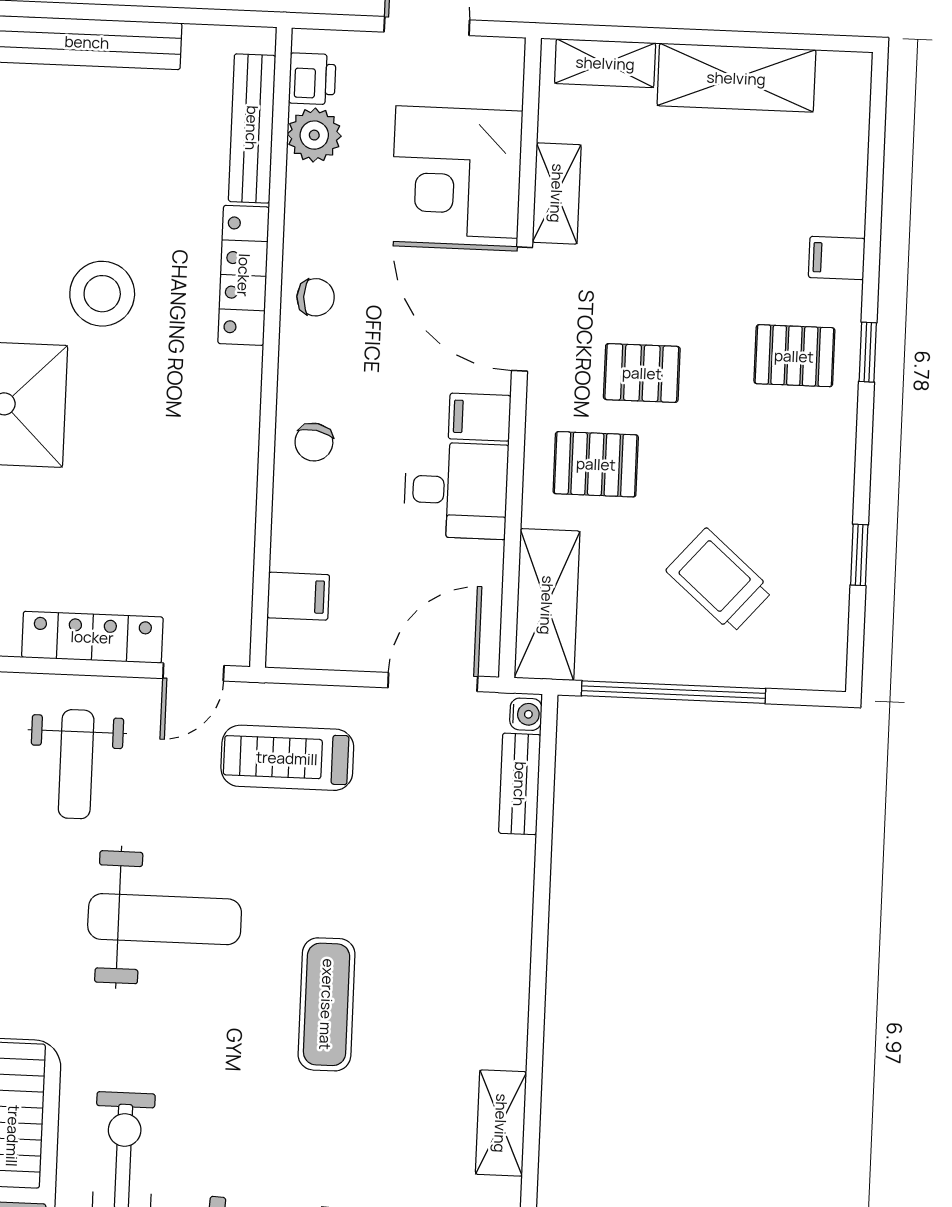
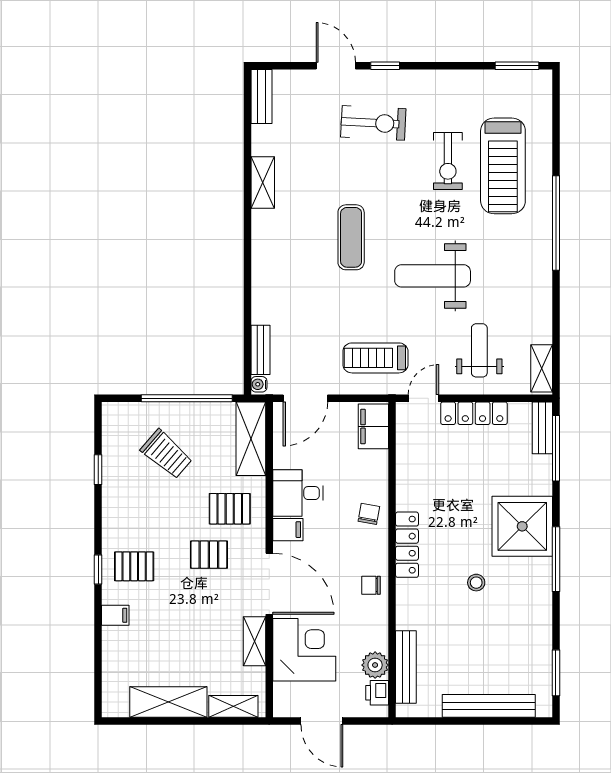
locker: (244, 275) -> (407, 545), moved
stool: (102, 294) -> (476, 583), width x0.53, depth x0.53
filing cabinet: (298, 596) -> (373, 426), width x2.00
treadmill: (287, 758) -> (375, 358), turned 180

